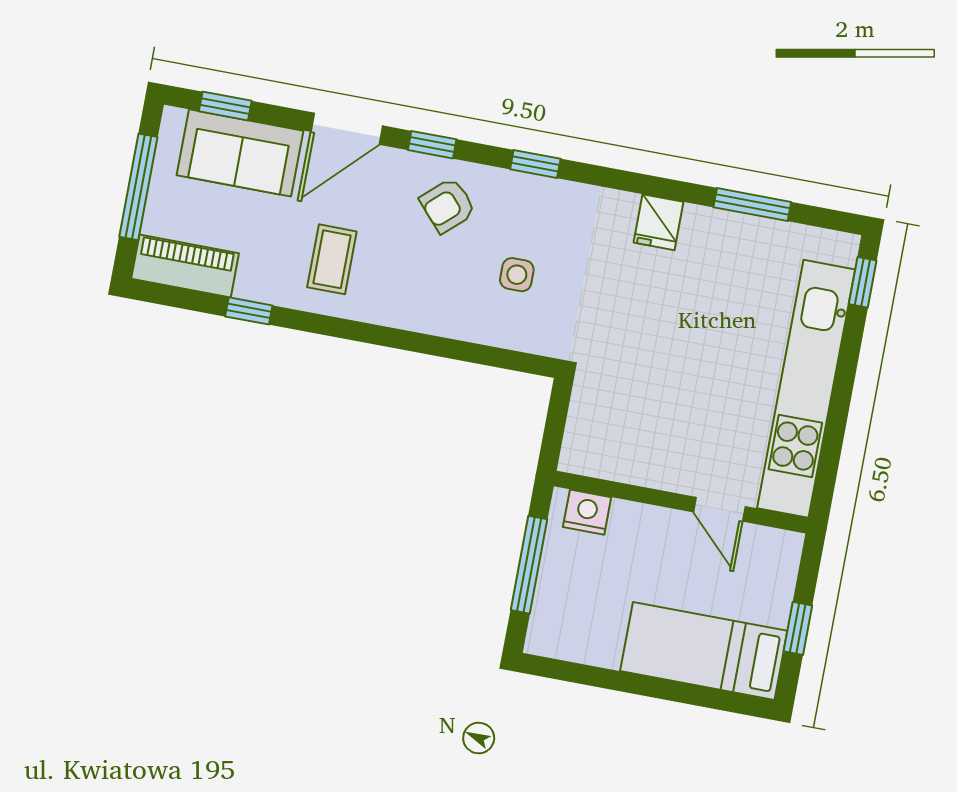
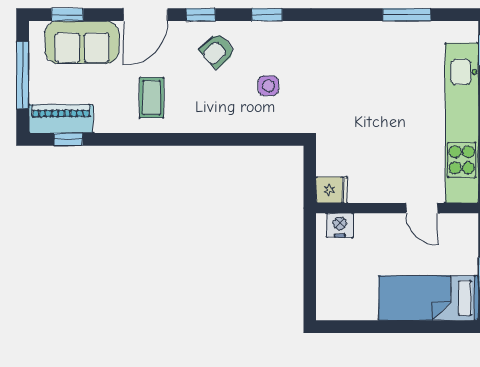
fridge: (659, 222) -> (332, 190), moved, turned -90
window: (249, 311) -> (68, 139), moved
window: (529, 565) -> (310, 265), removed

